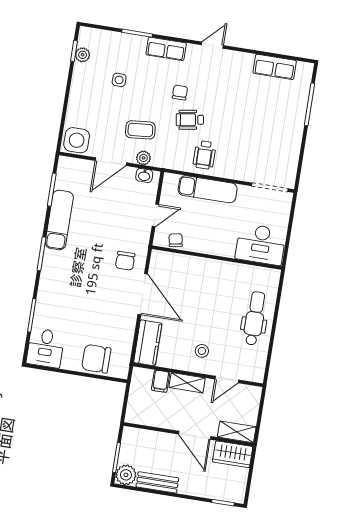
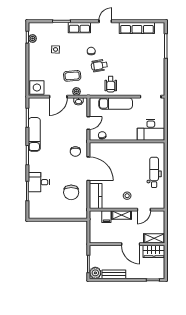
row of seats: (275, 67) -> (137, 28), width x1.48
desk: (45, 348) -> (39, 182), moved, turned 90
chair: (96, 359) -> (71, 192), moved, turned -90

